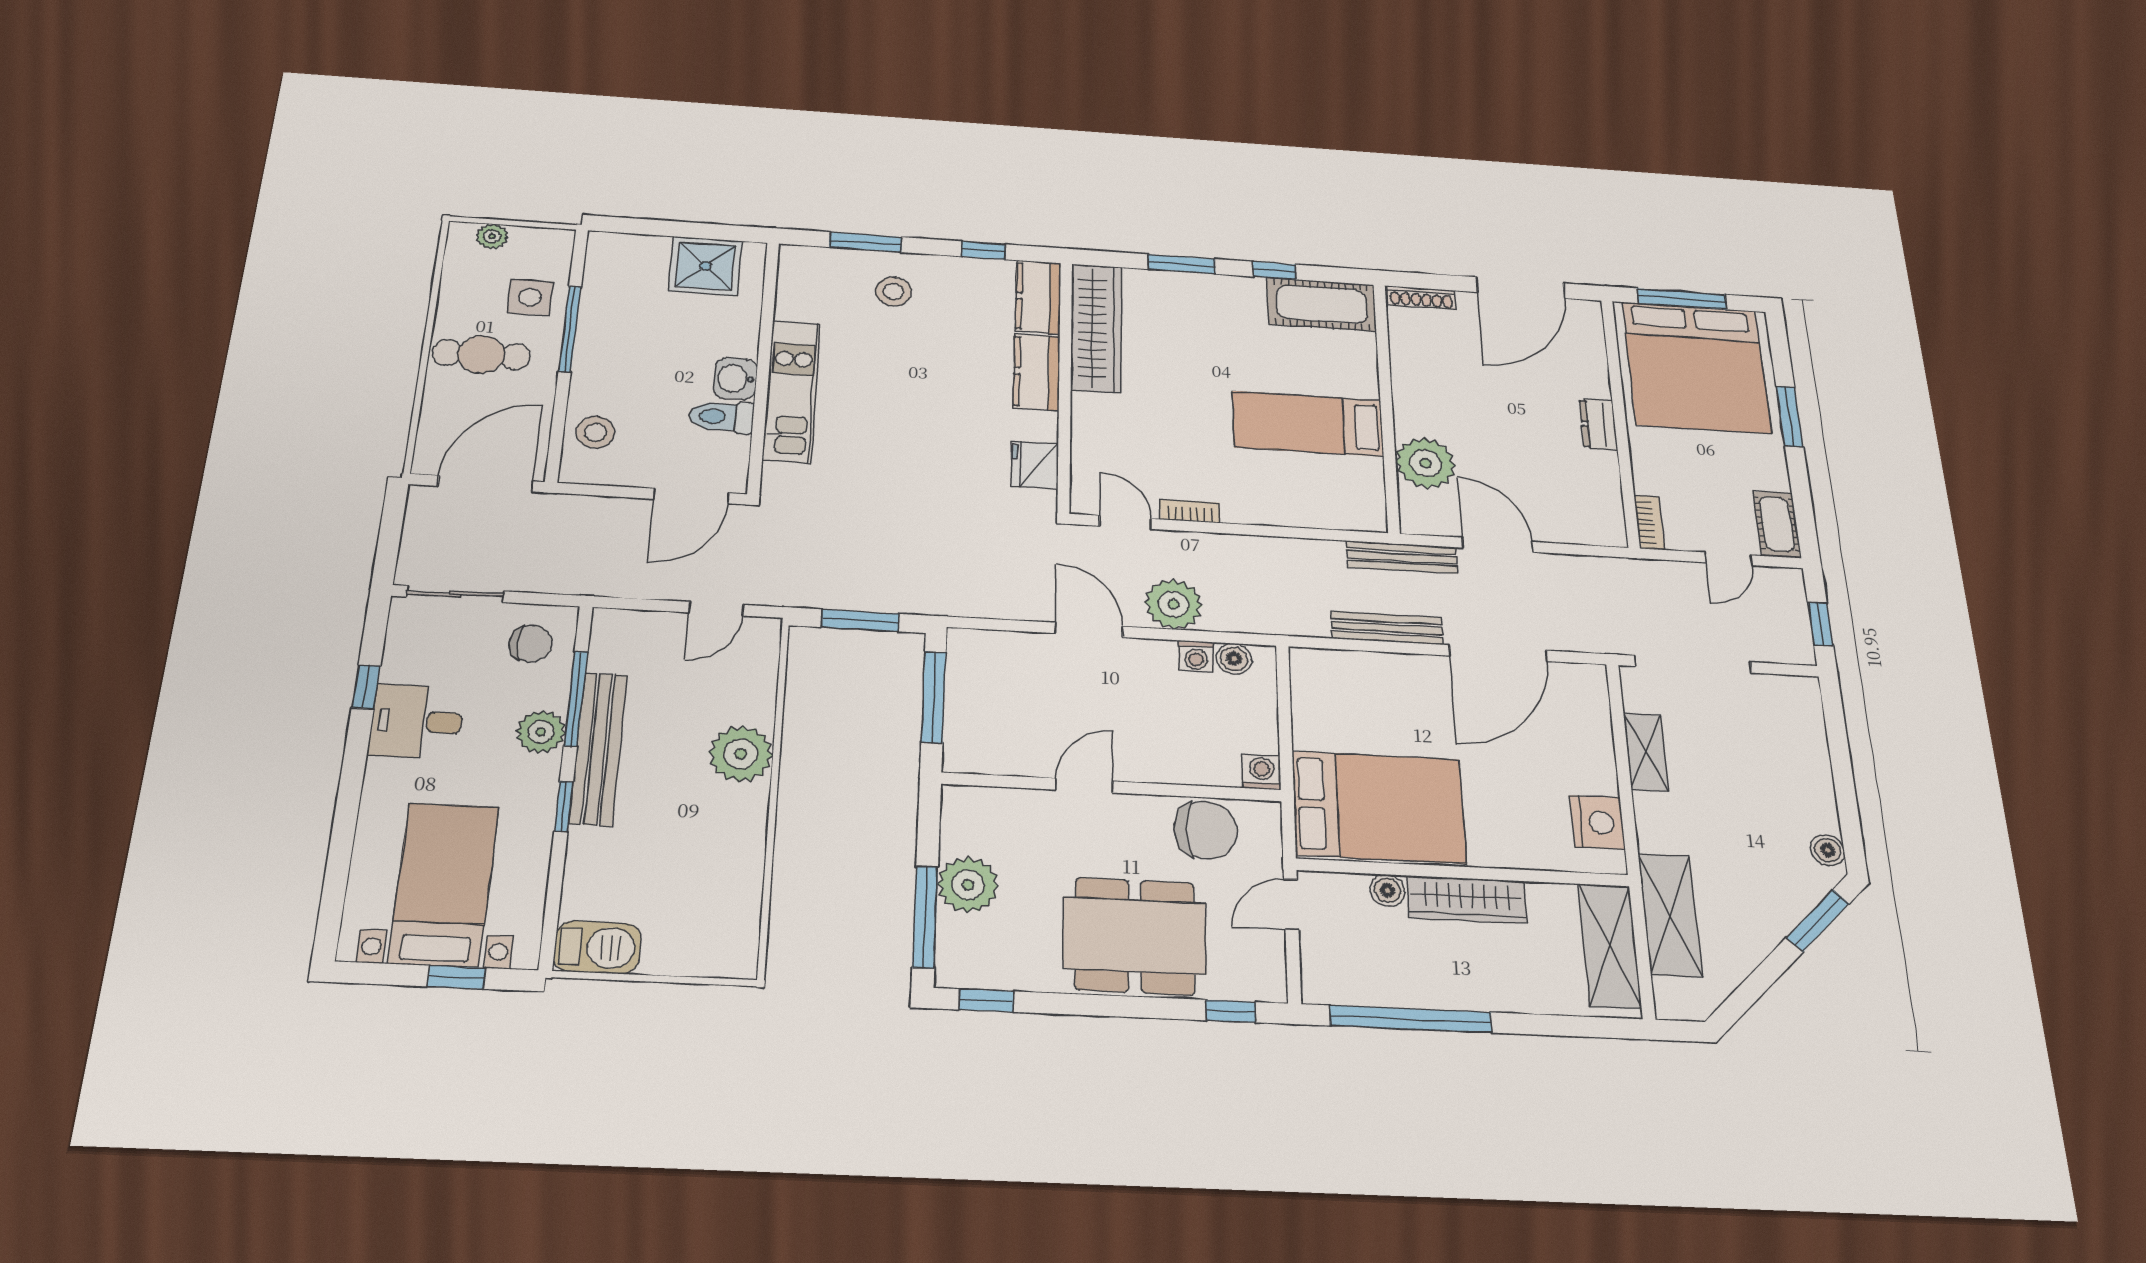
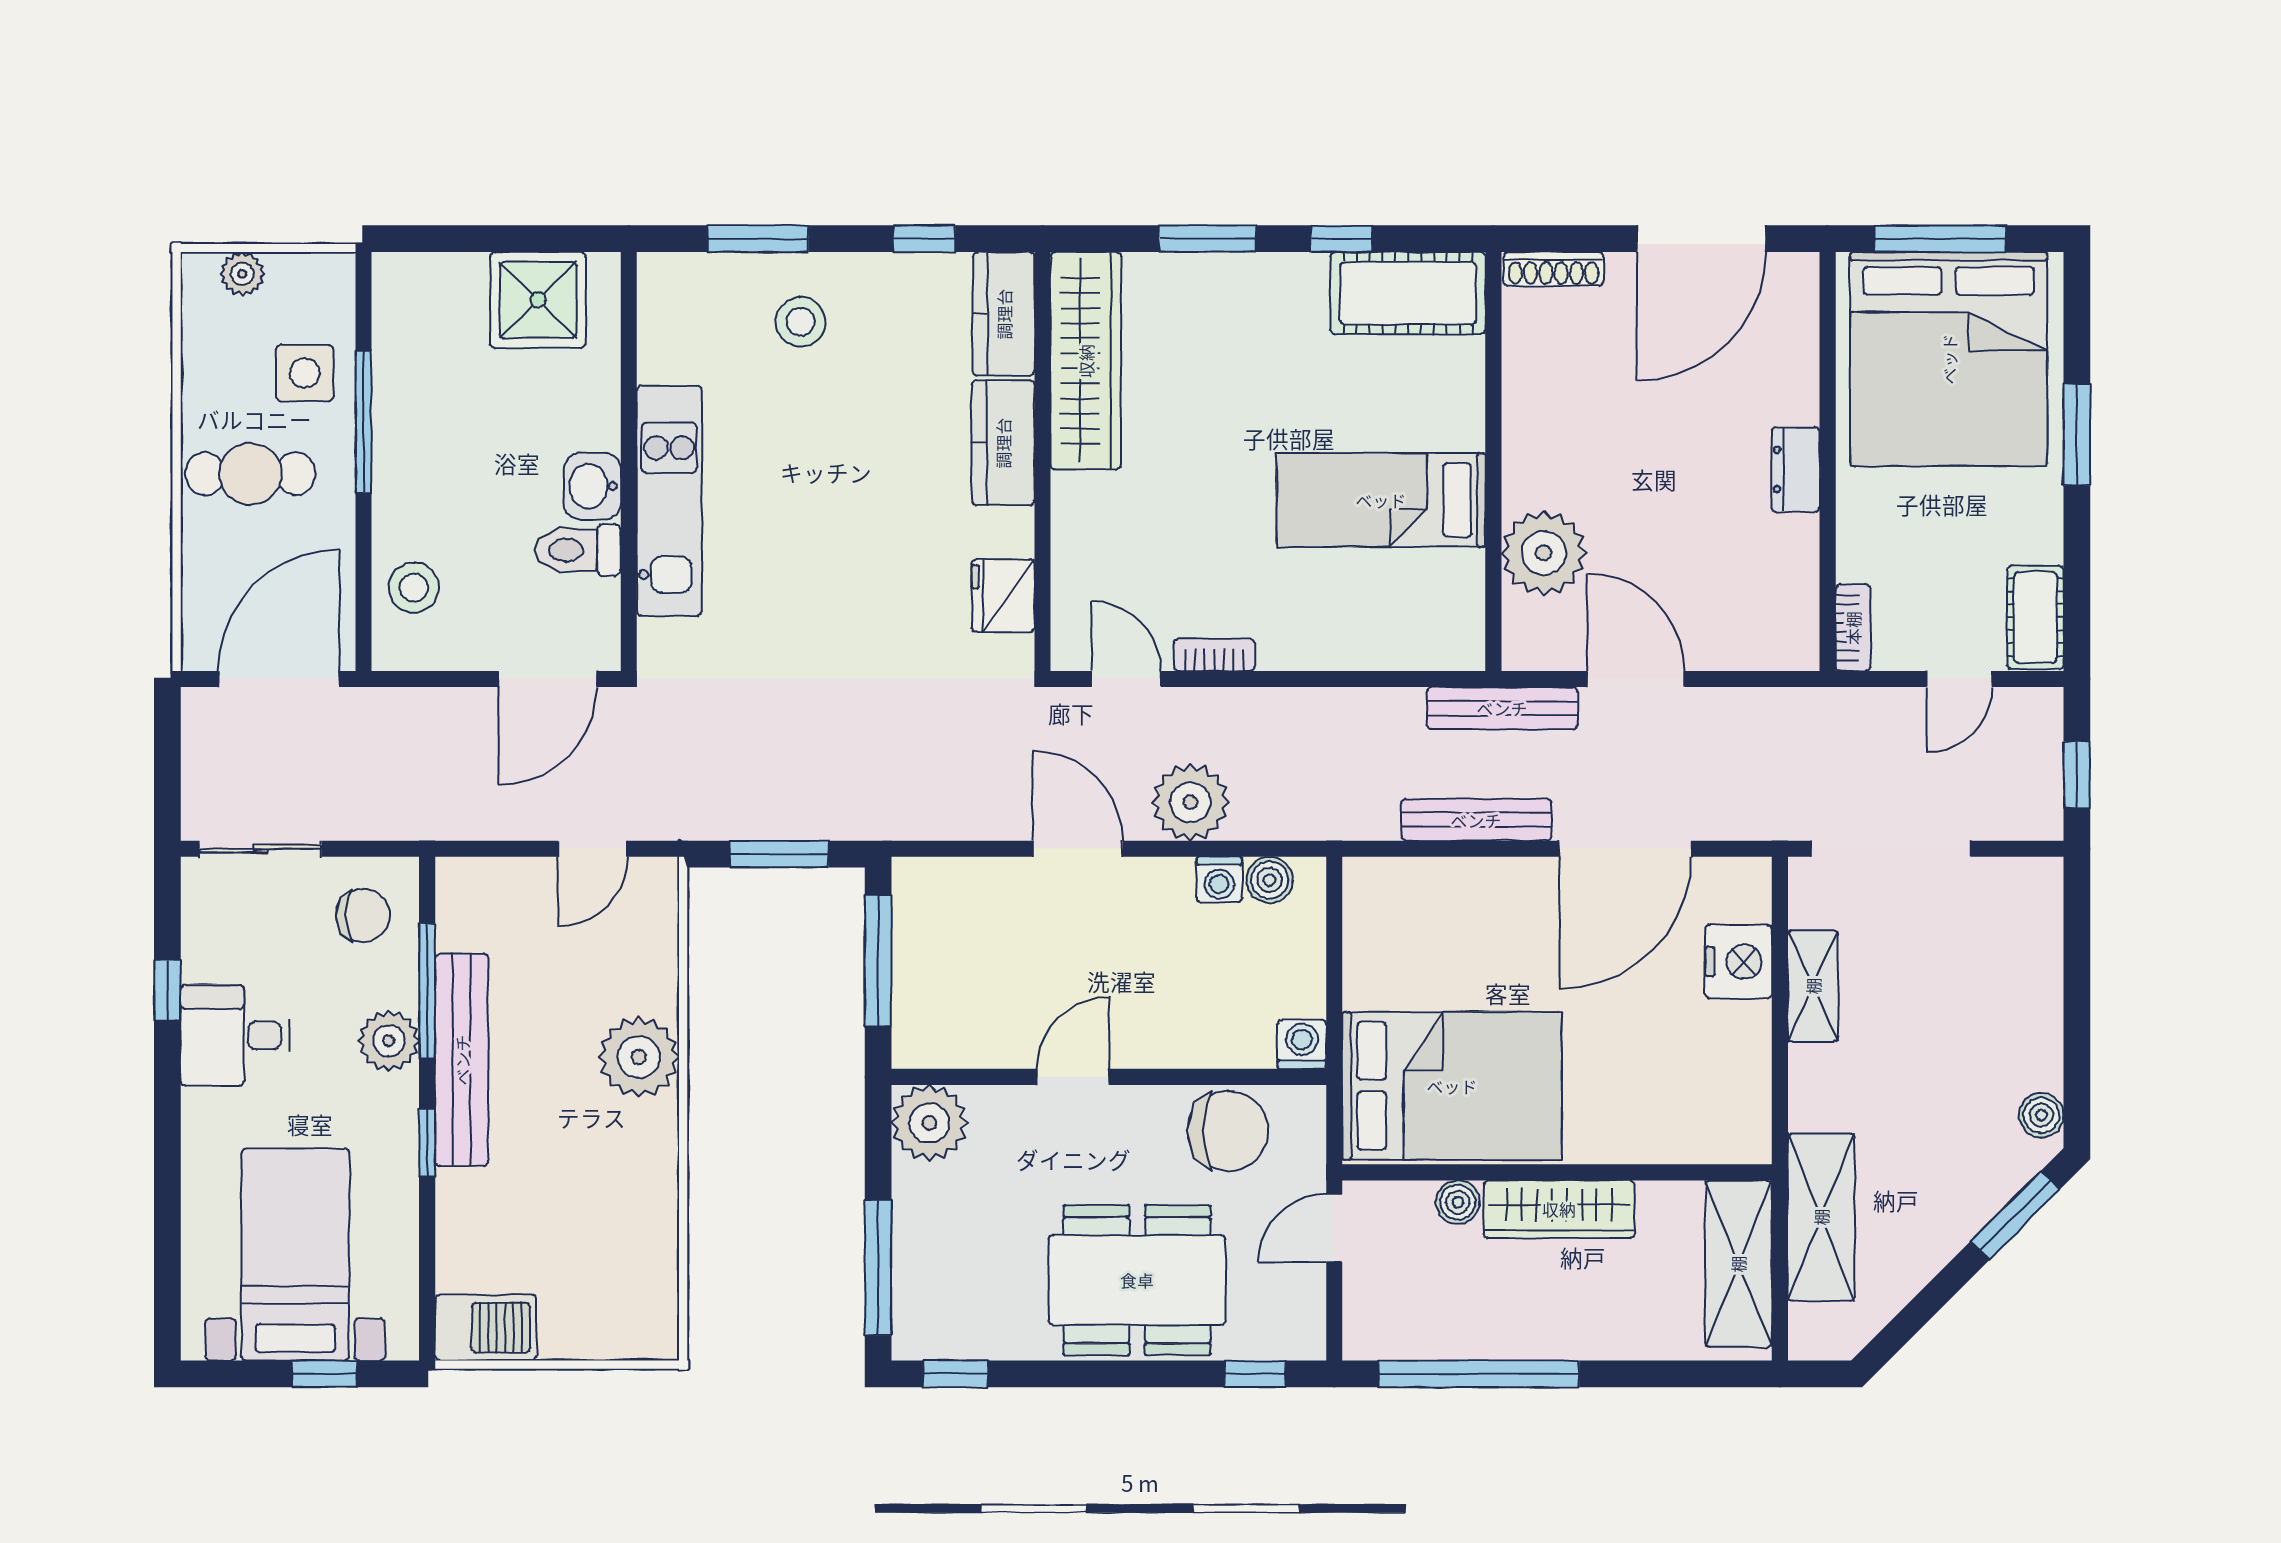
nightstand: (1598, 822) -> (1739, 962), moved
plant: (968, 885) -> (929, 1123), moved

